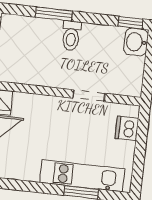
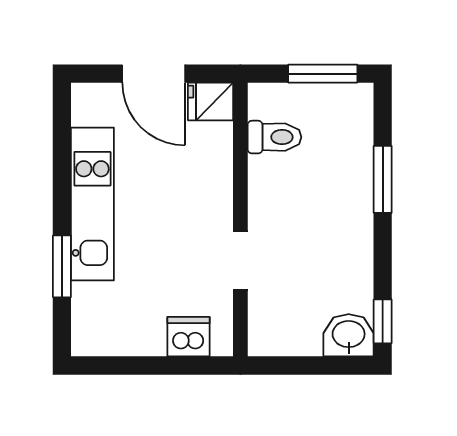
toilet: (71, 36) -> (274, 137), moved, turned 180
kitchen unit: (82, 176) -> (92, 204), moved

